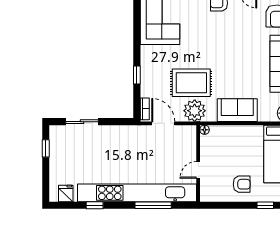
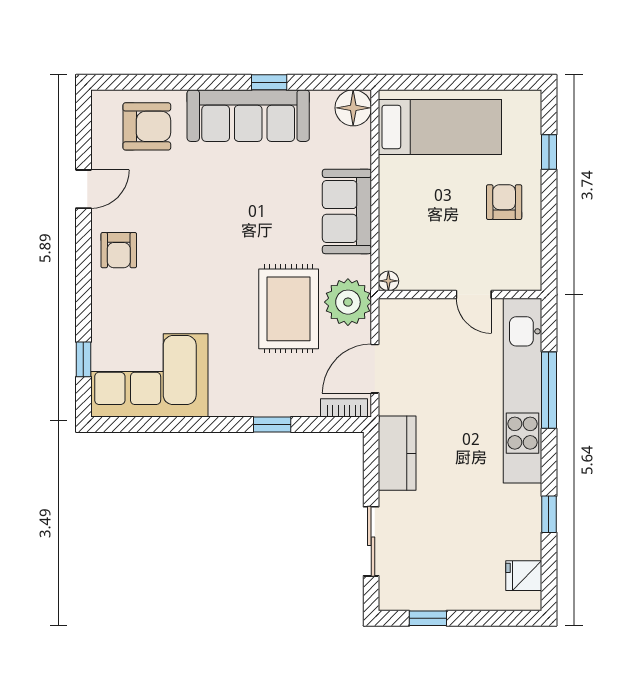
kitchen counter: (123, 134) -> (397, 453), added
kitchen unit: (137, 193) -> (523, 391), width x0.73

